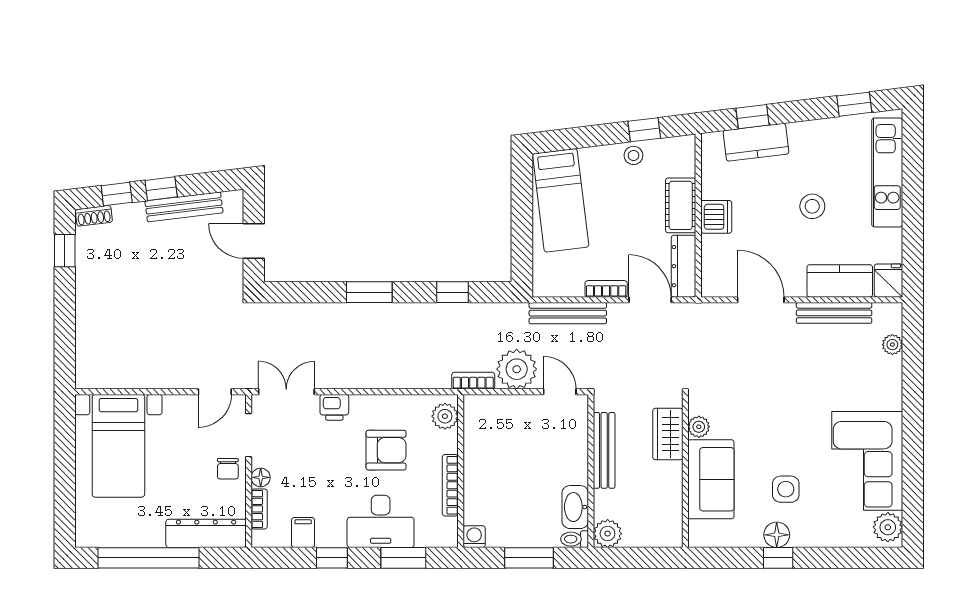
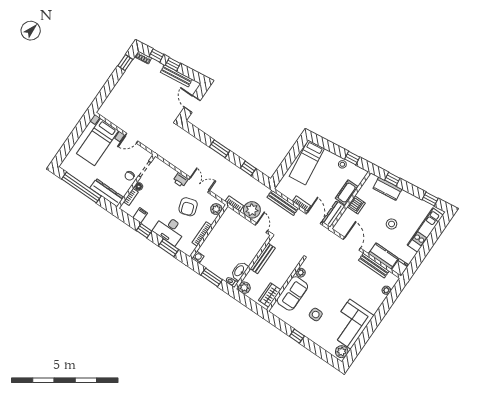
door: (215, 392) -> (131, 138), moved
double door: (286, 392) -> (199, 185), moved
wardrobe: (668, 434) -> (270, 295), moved
armchair: (386, 450) -> (188, 207), turned 72
floor lamp: (777, 535) -> (302, 328), removed

